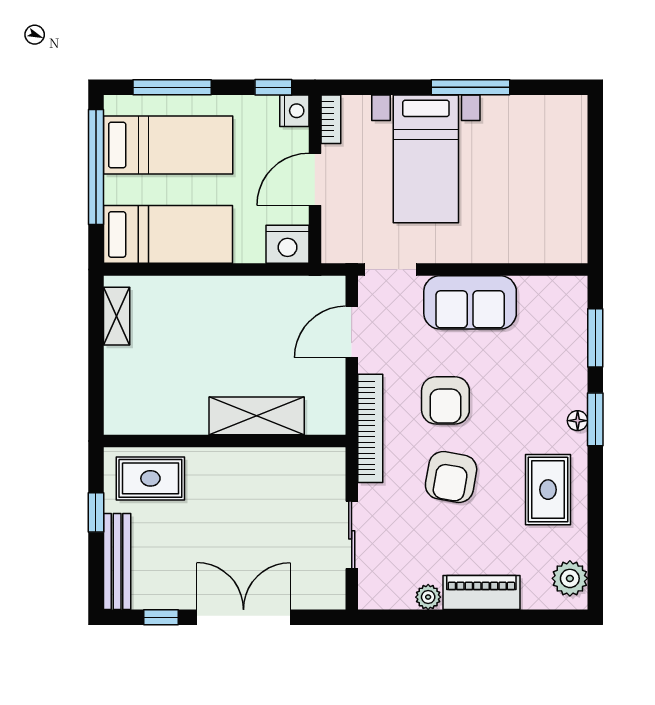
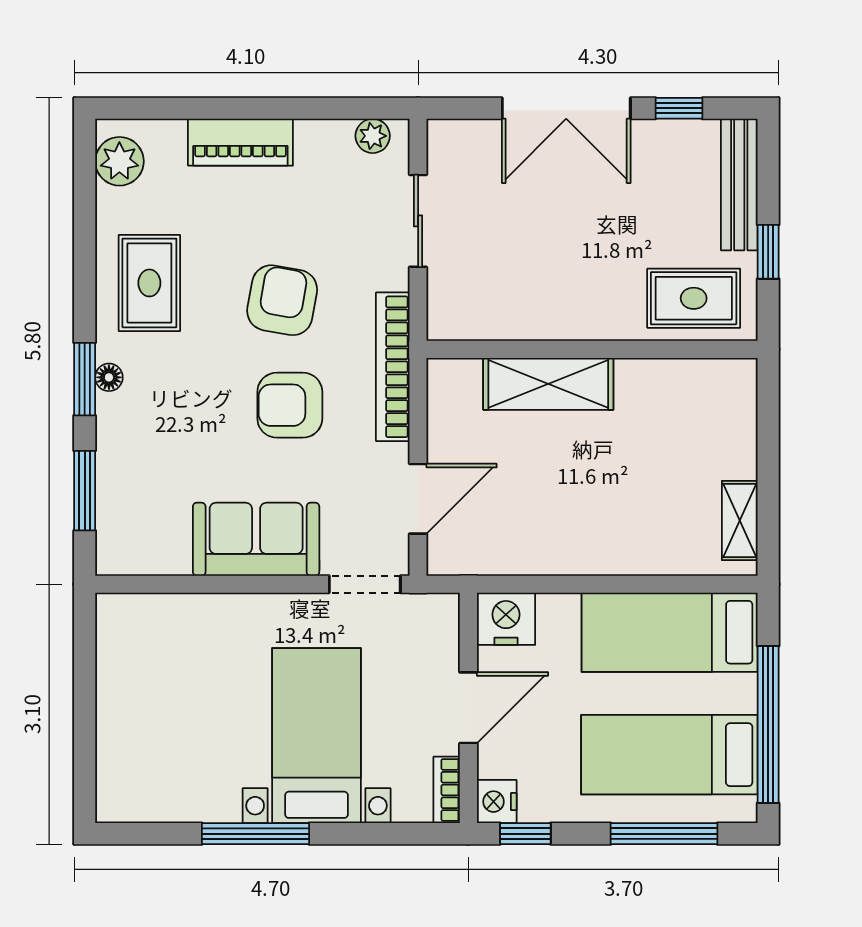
armchair: (445, 400) -> (290, 405), turned -90
plant: (428, 597) -> (373, 136), moved

